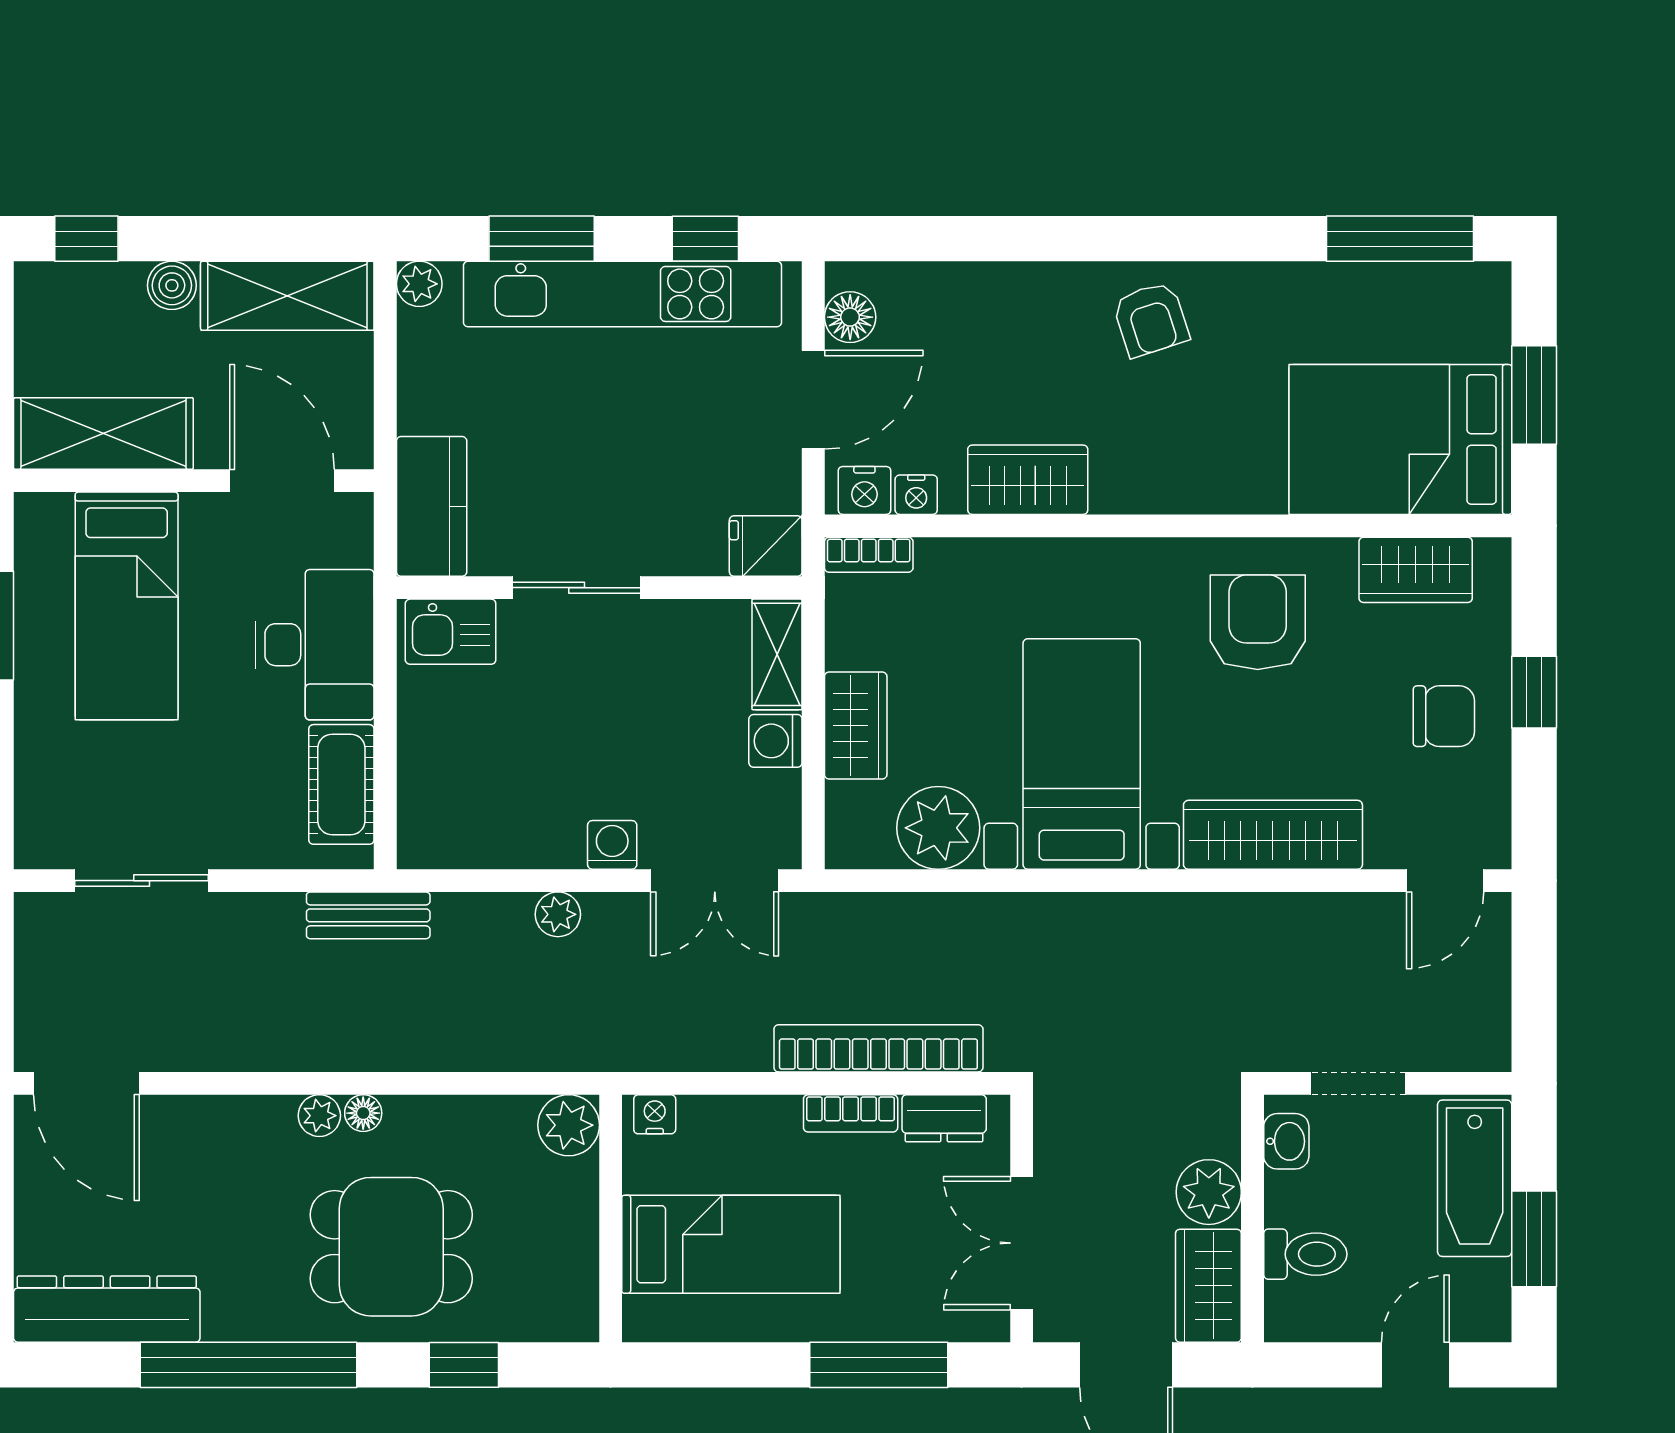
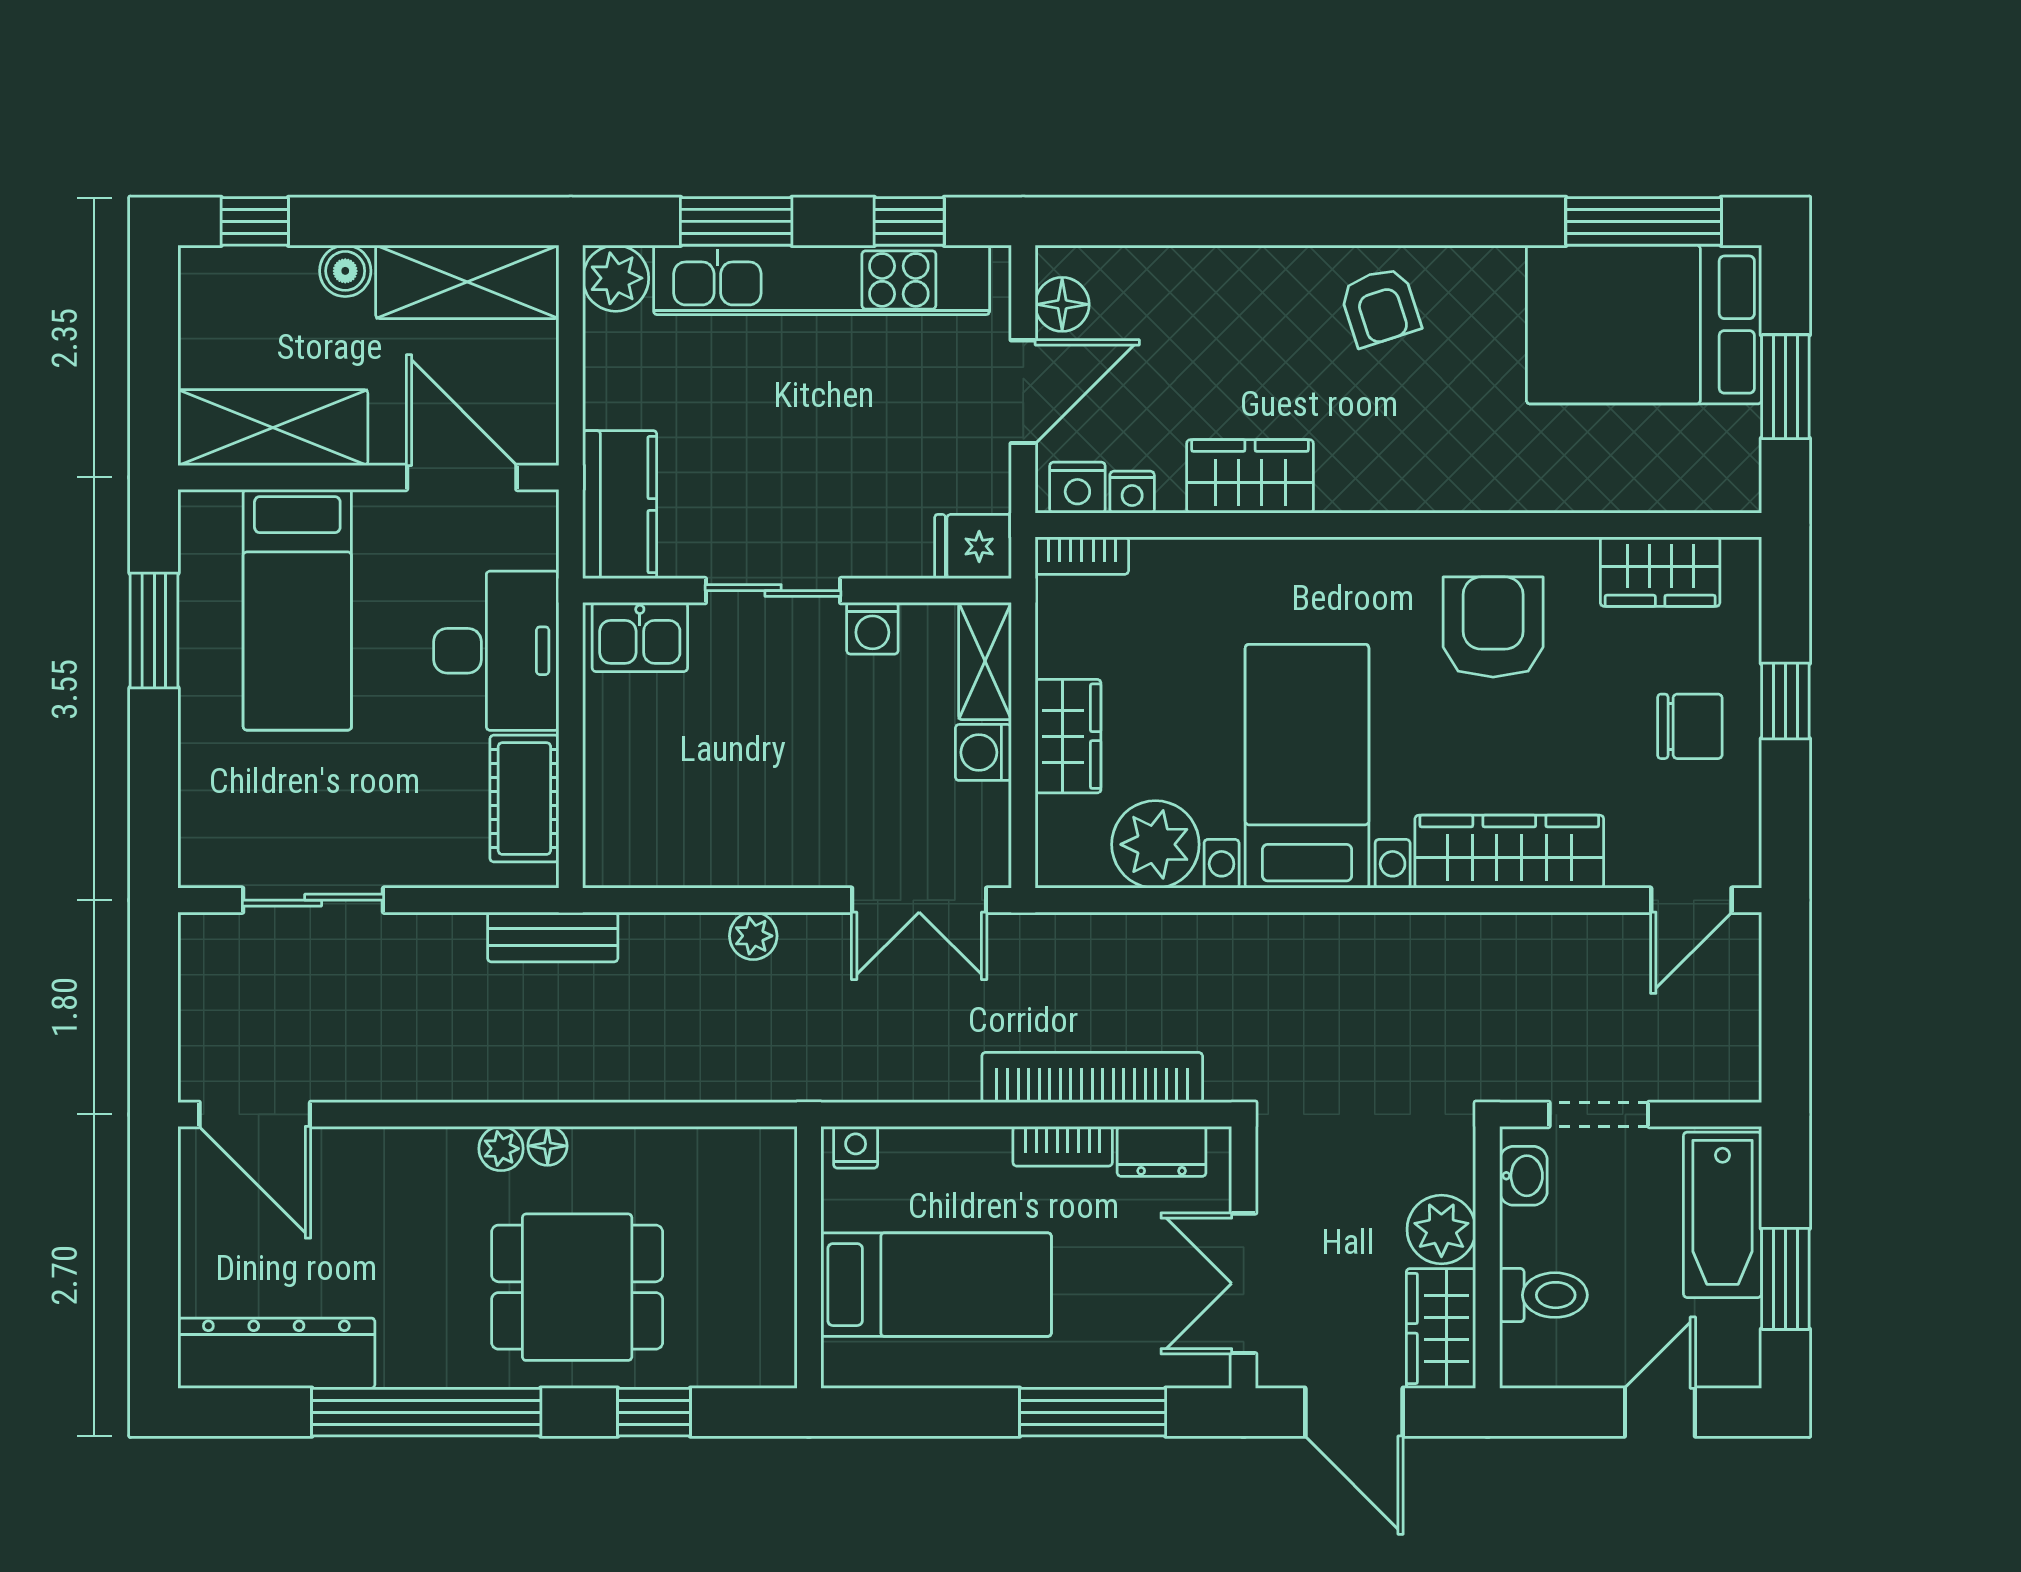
plant: (419, 284) -> (616, 278), width x1.38, depth x1.38
bed: (1400, 439) -> (1644, 325), moved
washing machine: (612, 845) -> (872, 628), moved, turned 180
plant: (569, 1125) -> (765, 1159), removed

